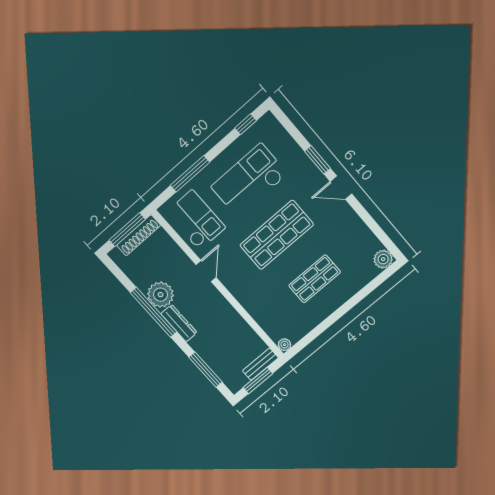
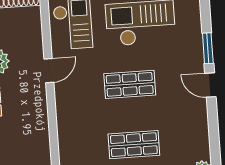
shop shelf: (277, 235) -> (130, 84), width x0.70, depth x0.74

